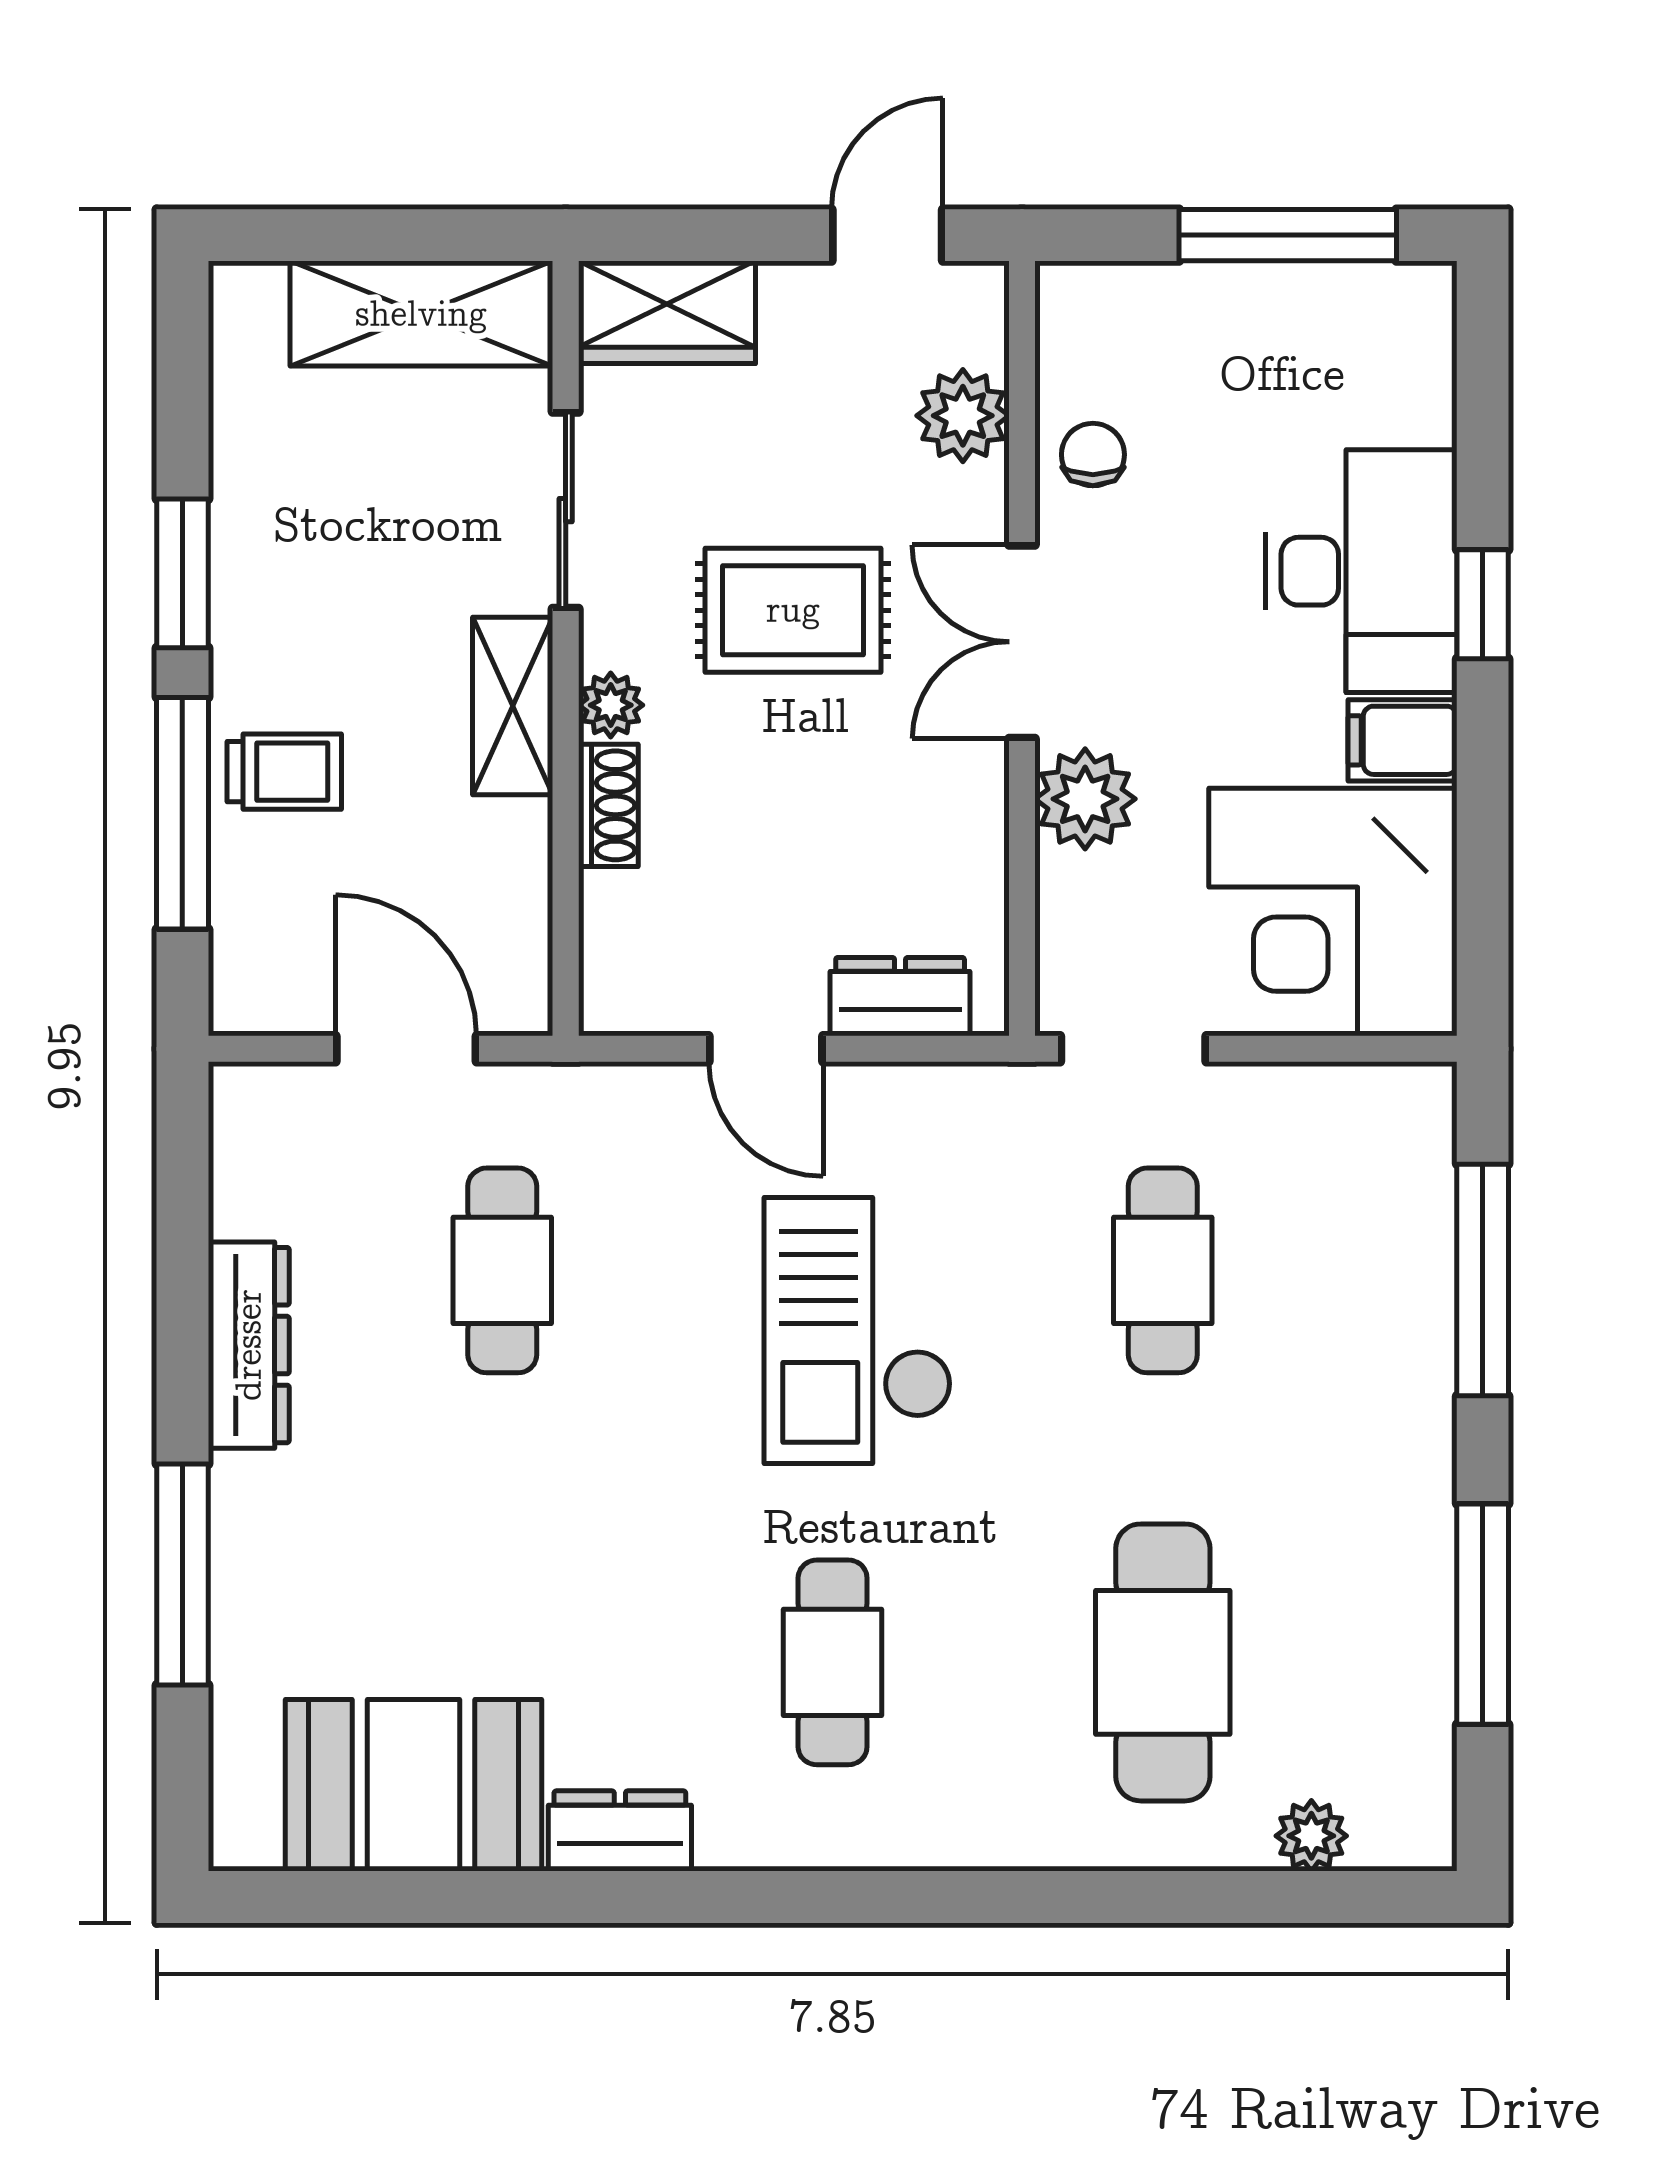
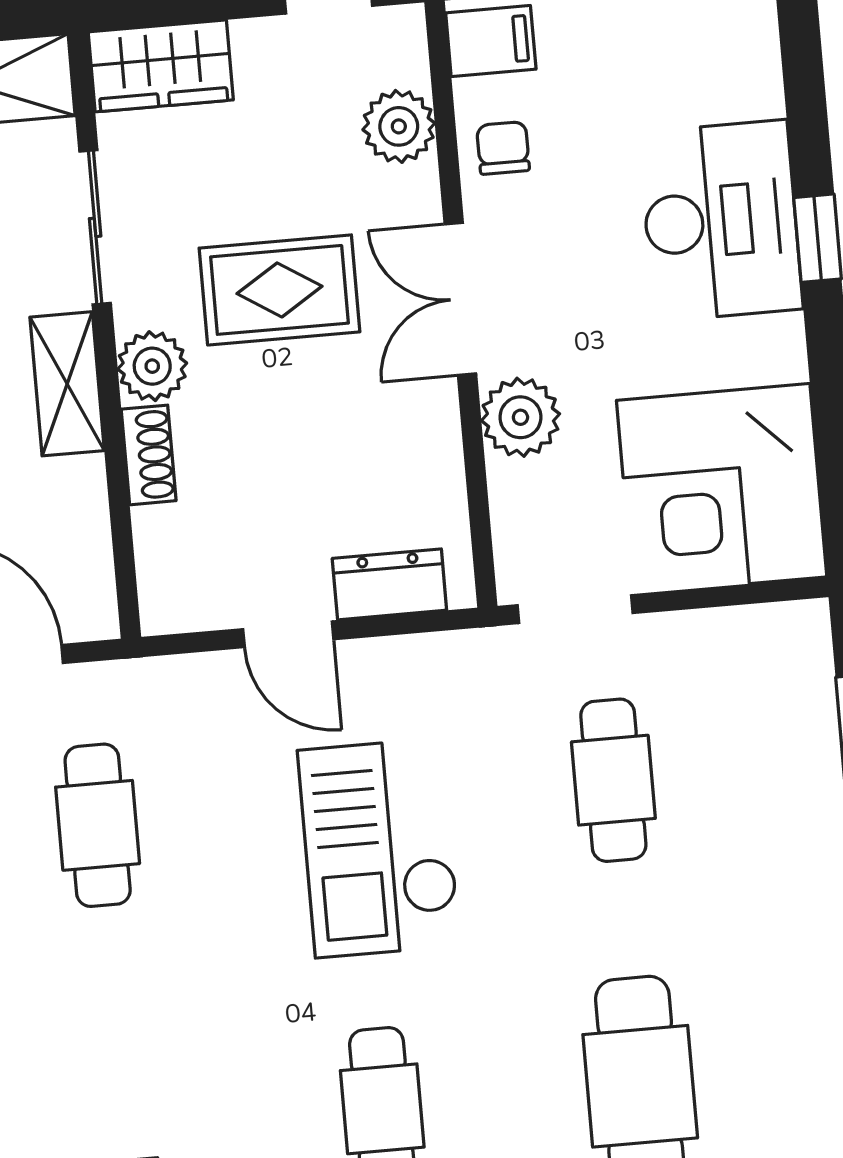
plant: (611, 705) -> (152, 366), width x1.38, depth x1.38
filing cabinet: (1402, 740) -> (491, 41), moved, turned 180

